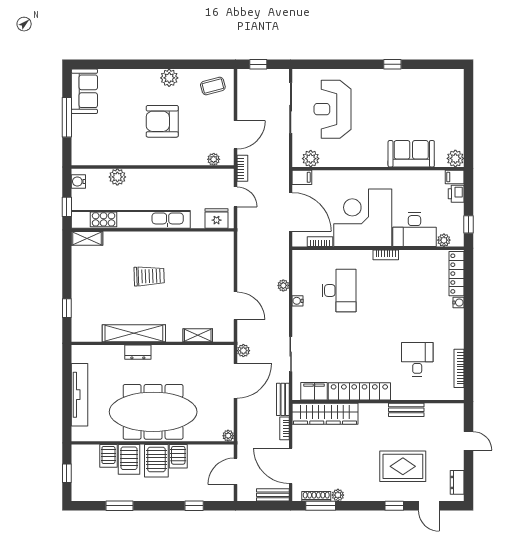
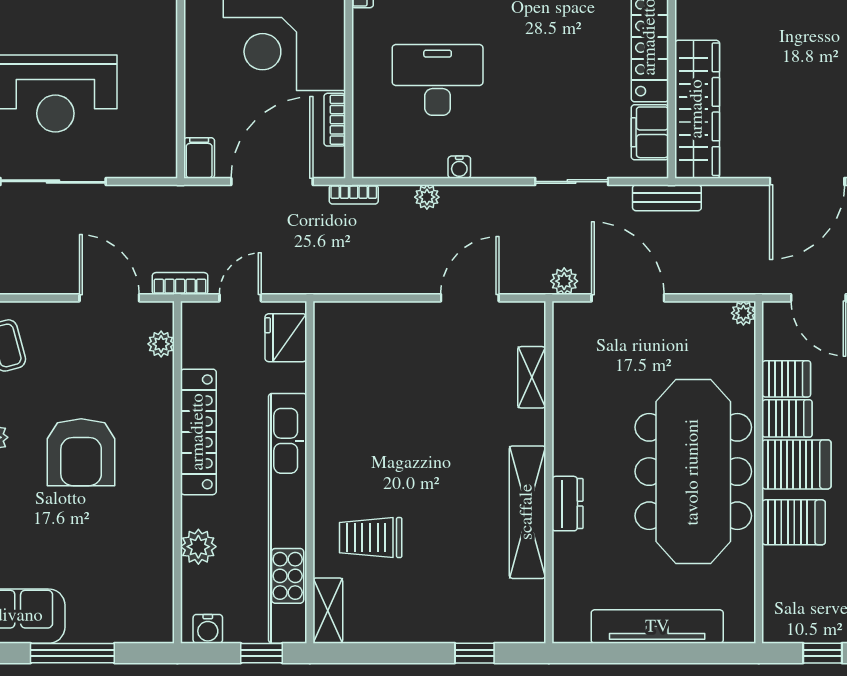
plant: (311, 159) -> (160, 139), removed
locker: (172, 177) -> (198, 432), added
trolley: (149, 276) -> (371, 538), moved, turned -88
bookcase: (285, 428) -> (354, 194), moved
server rack: (108, 456) -> (786, 379), moved

